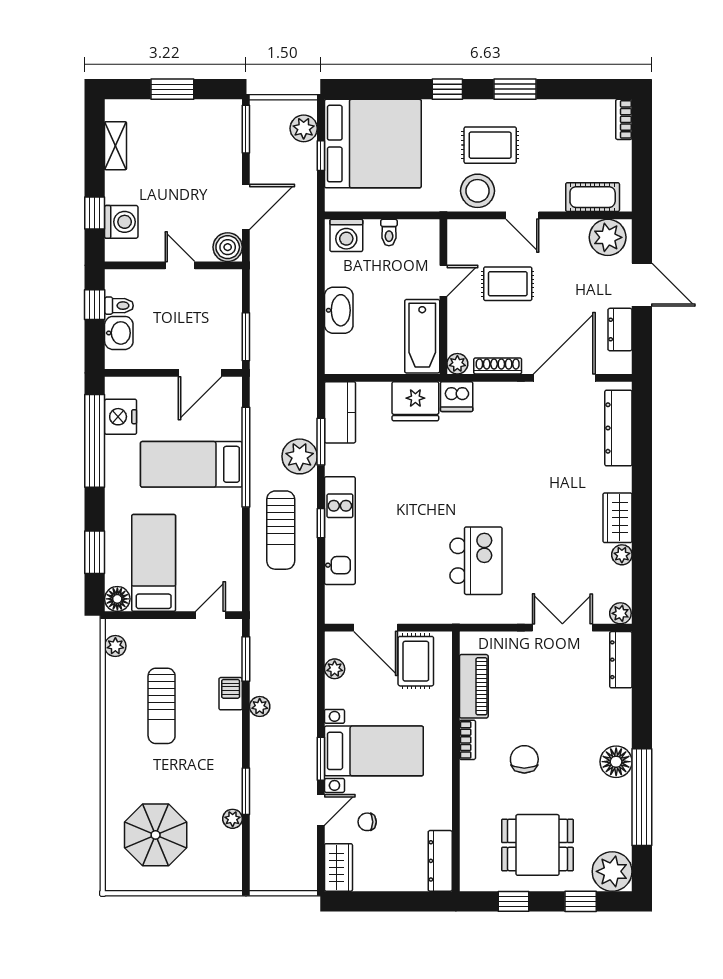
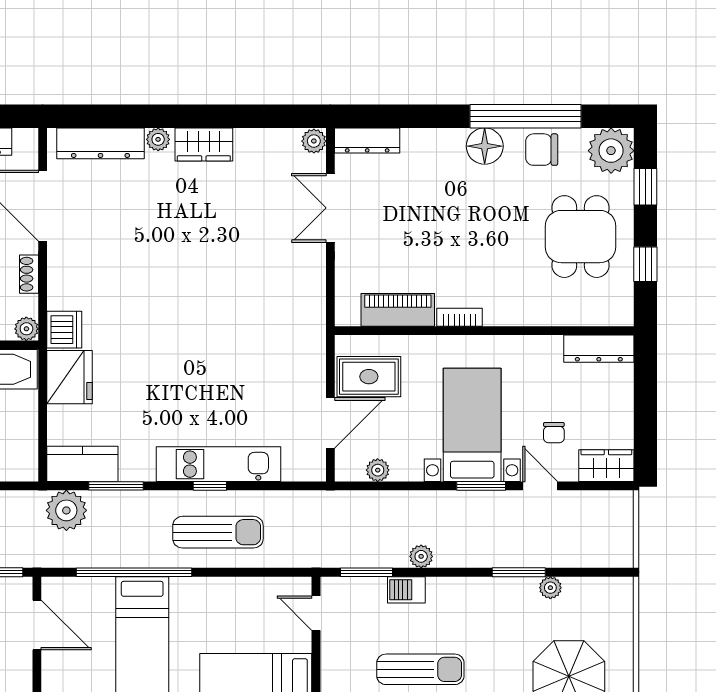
shoe rack: (498, 366) -> (29, 274), width x0.70
plant: (300, 456) -> (66, 510), moved
plant: (622, 555) -> (158, 139), moved
kitchen island: (476, 561) -> (253, 307), removed
chair: (524, 759) -> (542, 150), moved

